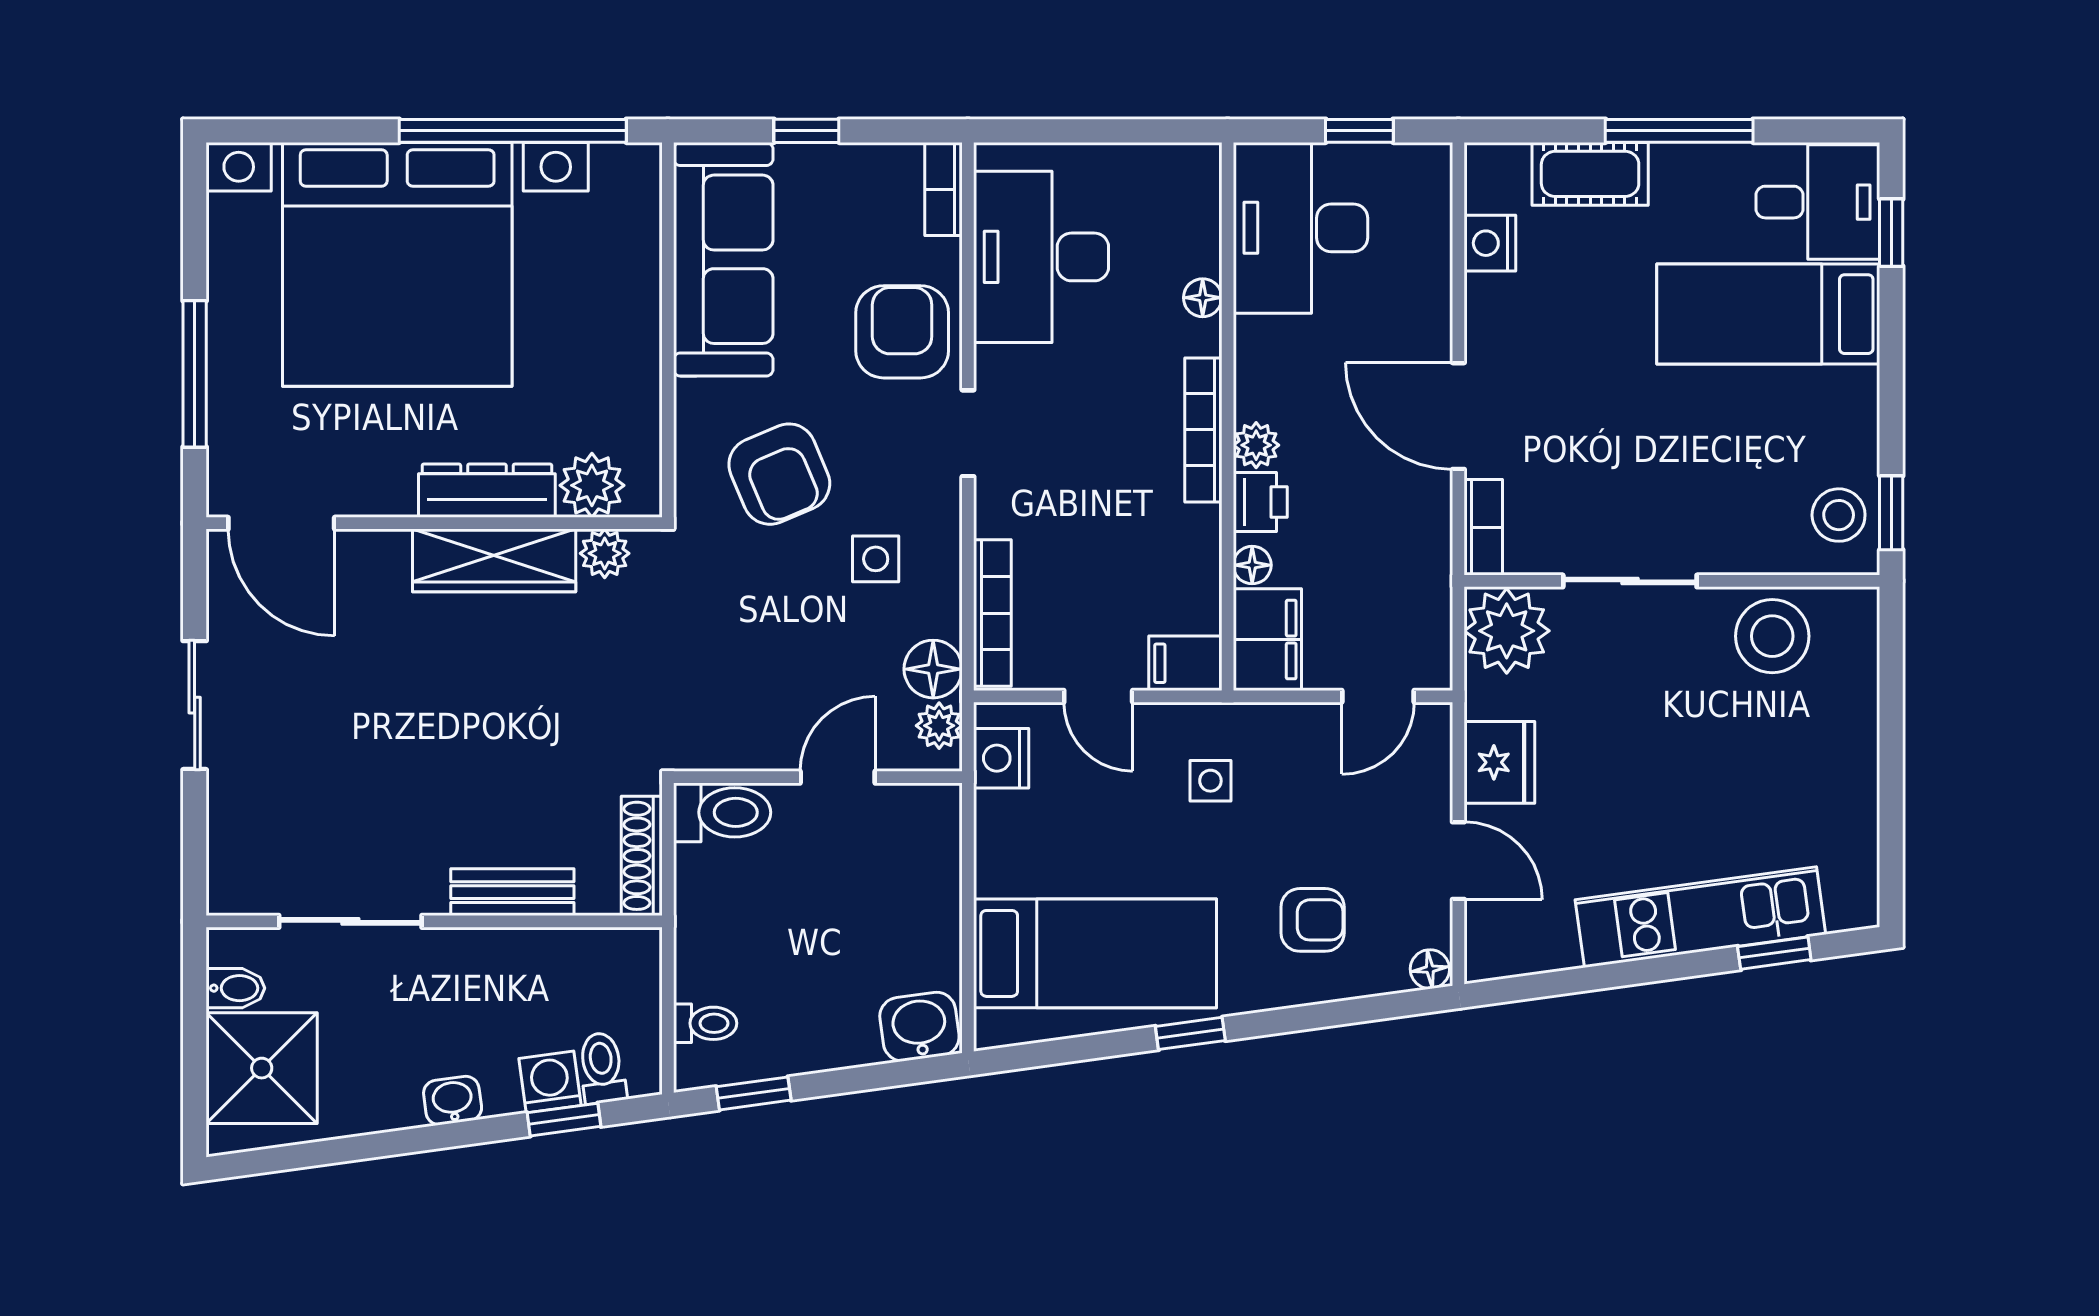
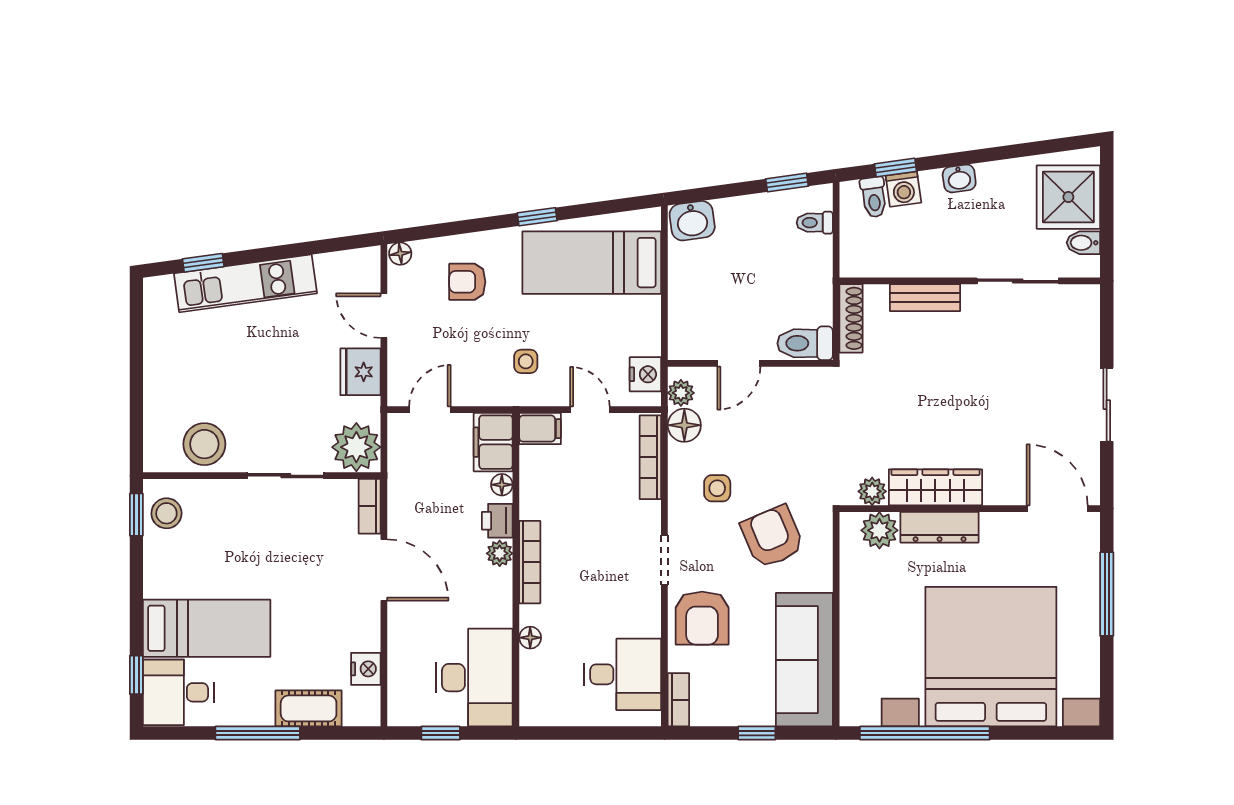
desk: (1041, 257) -> (623, 674), width x0.73

